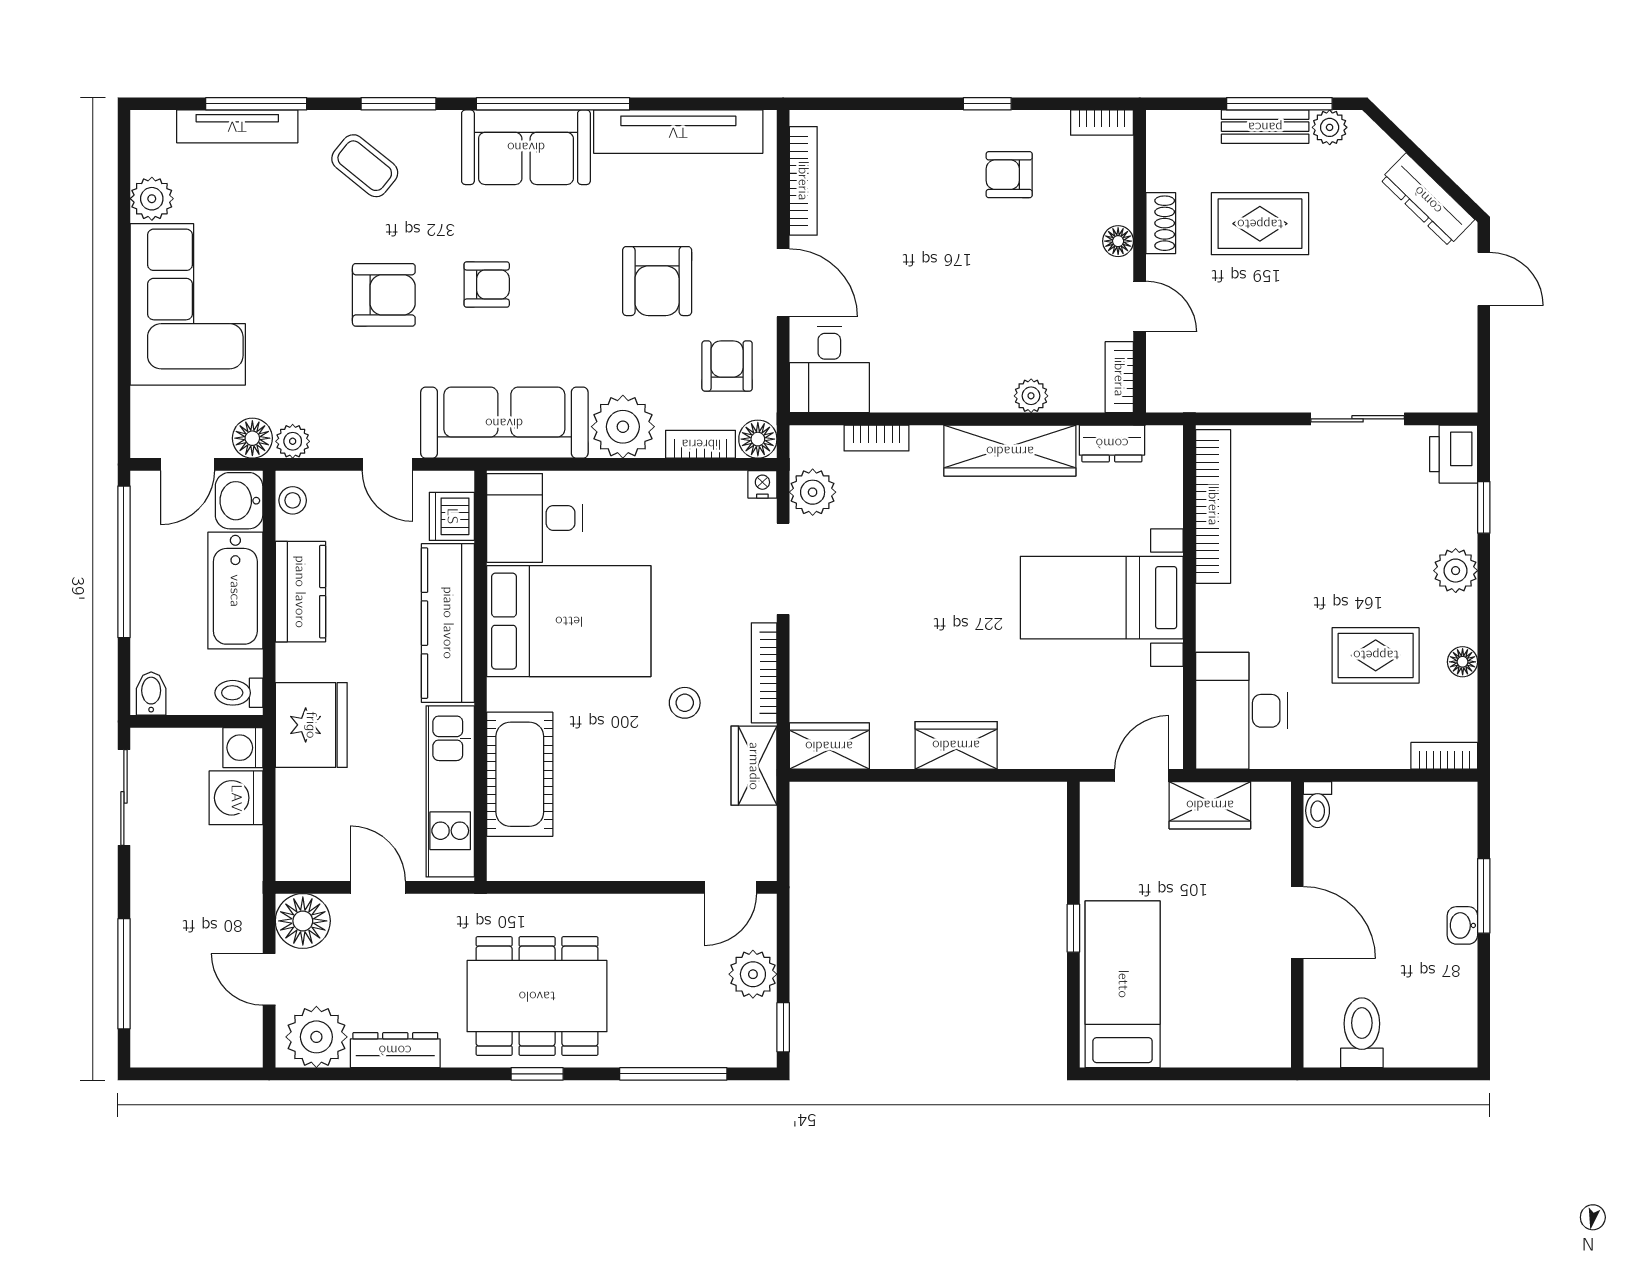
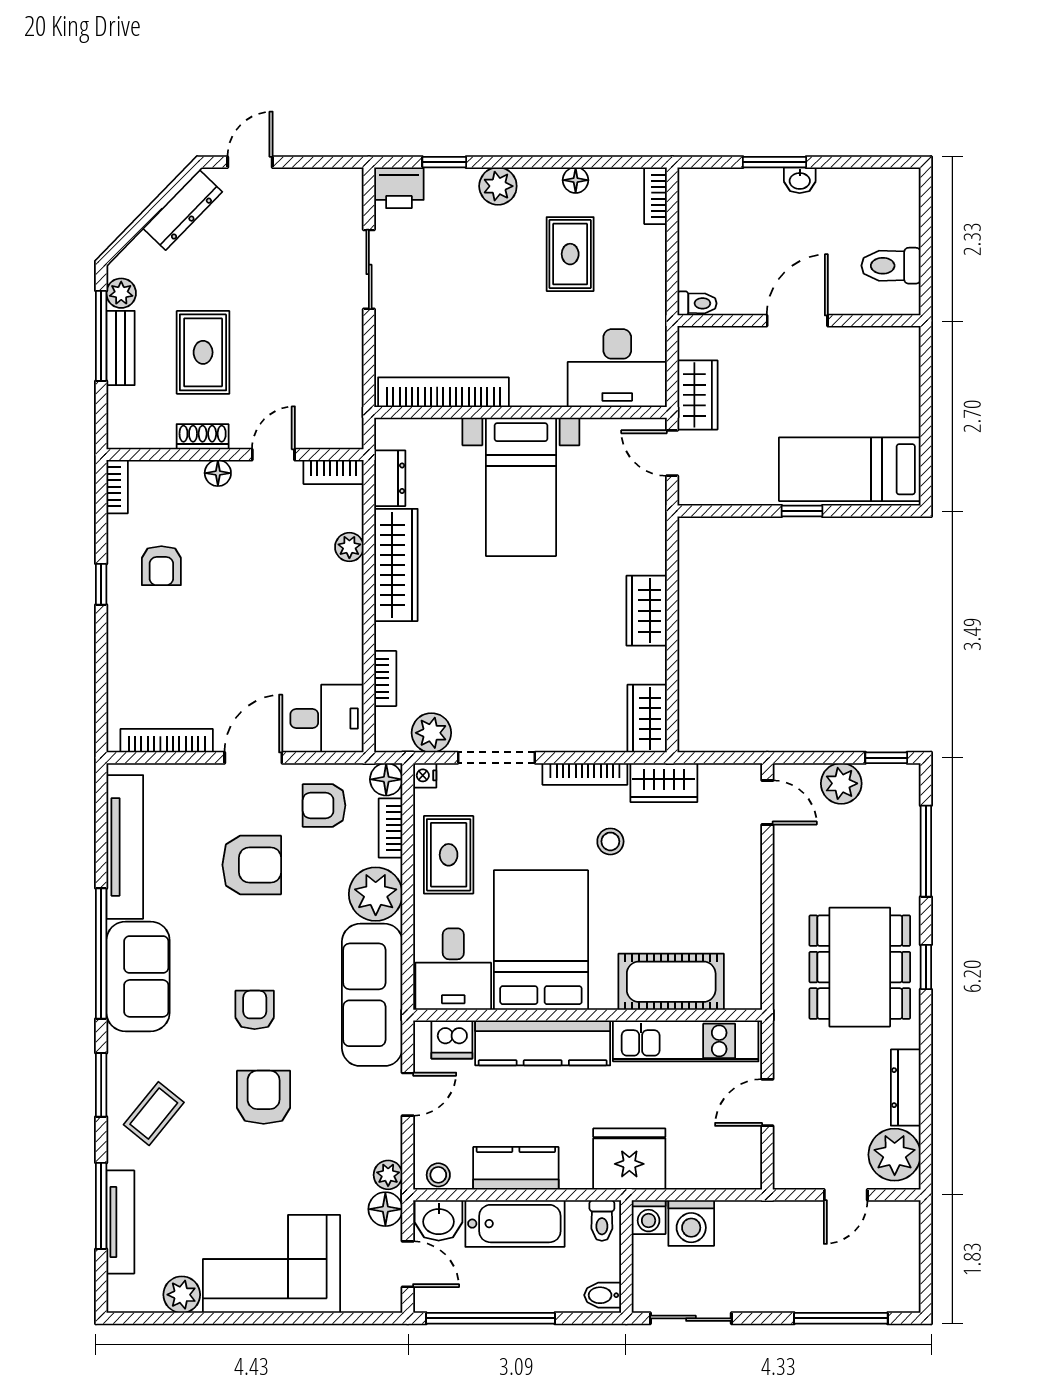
rug: (669, 512) -> (449, 855), added
floor lamp: (303, 921) -> (796, 1166), removed

